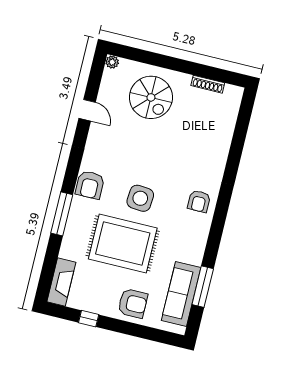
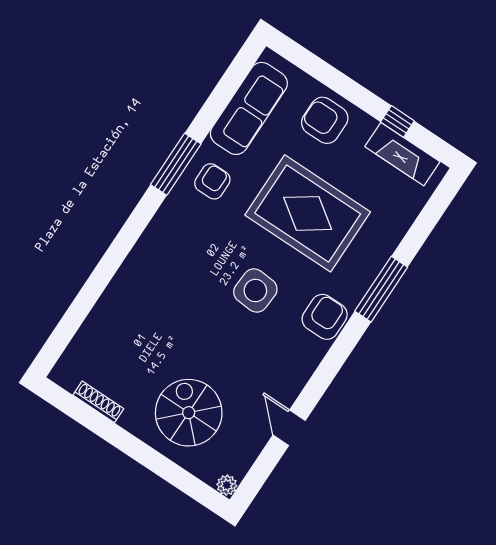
side table: (140, 198) -> (255, 291), moved
armchair: (199, 201) -> (212, 181), moved
fireplace: (61, 282) -> (402, 154), moved, turned -90
window: (203, 287) -> (176, 164), moved

